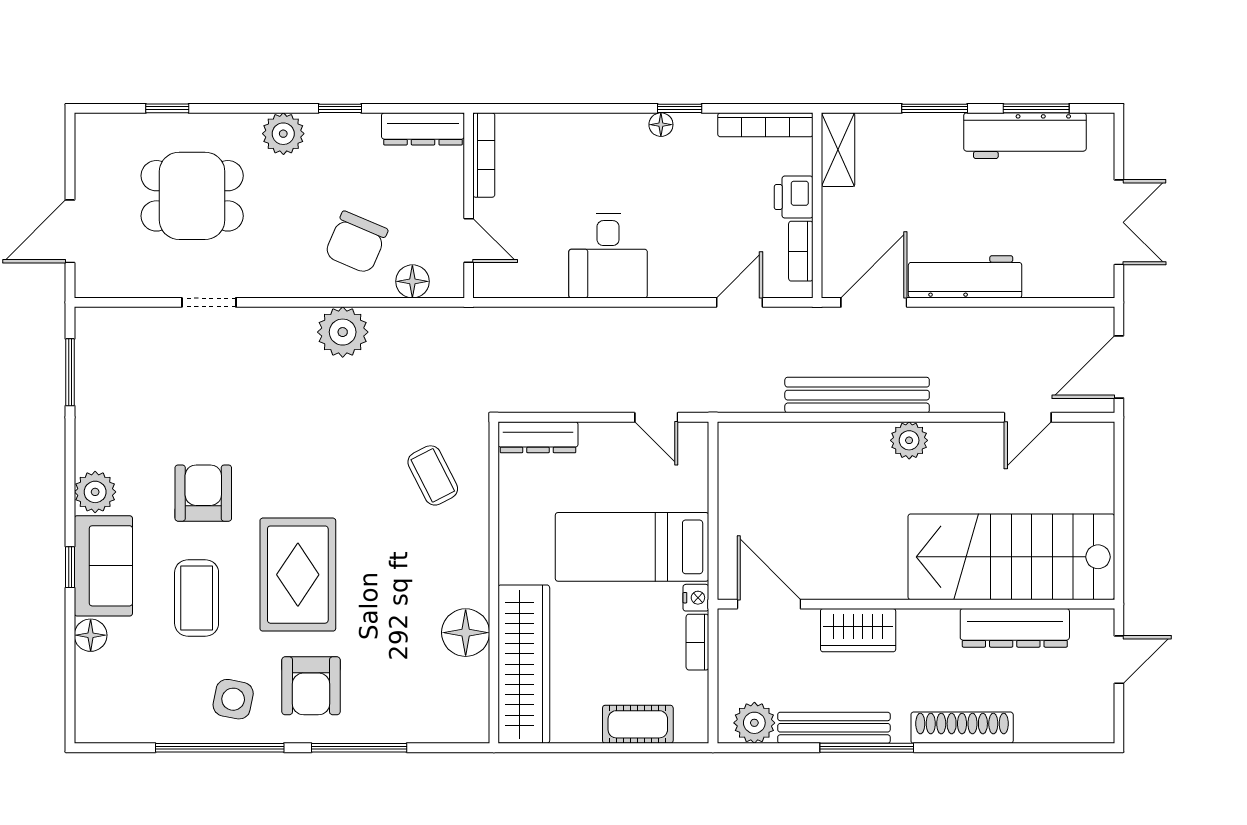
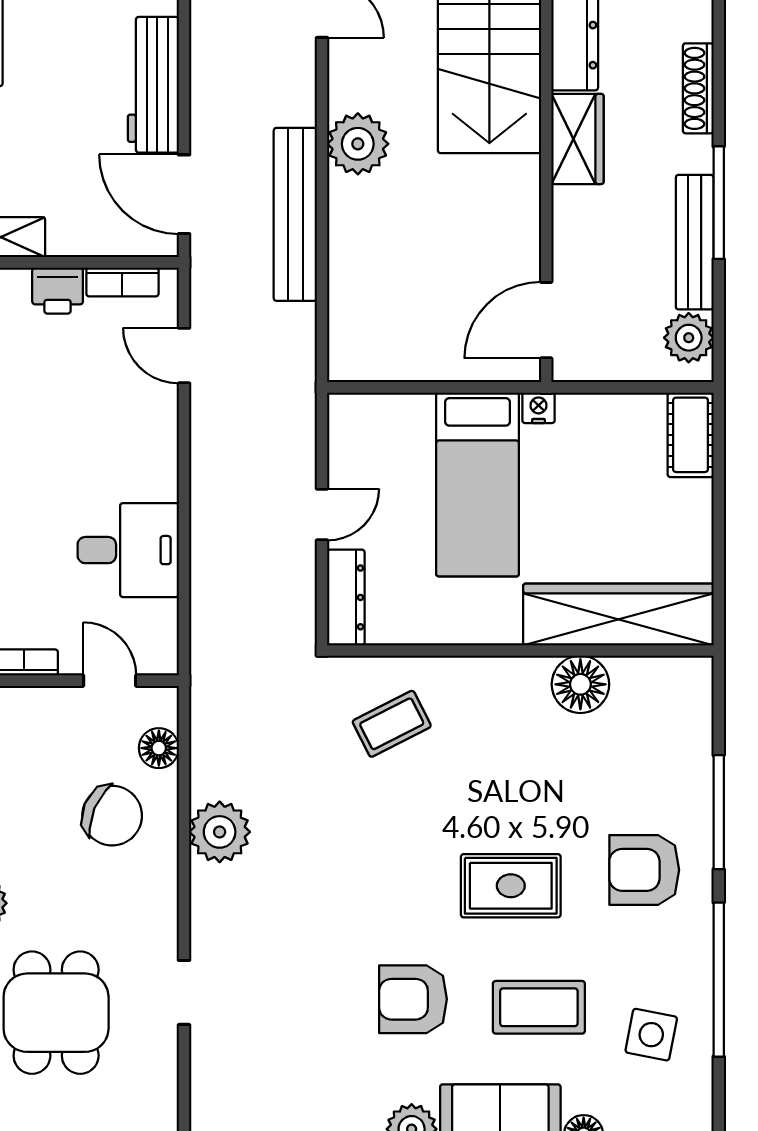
door: (469, 240) -> (110, 681), hinge flipped
desk: (608, 256) -> (128, 550), moved
door: (656, 417) -> (322, 514), moved
plant: (909, 440) -> (358, 144), width x1.36, depth x1.36
rug: (298, 575) -> (511, 886), width x0.73, depth x0.70
wardrobe: (858, 630) -> (578, 139), moved
bookcase: (697, 642) -> (592, 406), removed
armchair: (311, 686) -> (644, 870), turned 180
side table: (233, 699) -> (651, 1035), moved
cot: (638, 724) -> (691, 435), moved
shoe rack: (962, 728) -> (698, 88), width x0.74, depth x0.81

